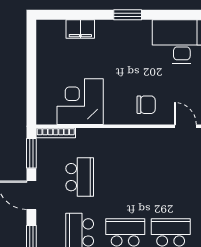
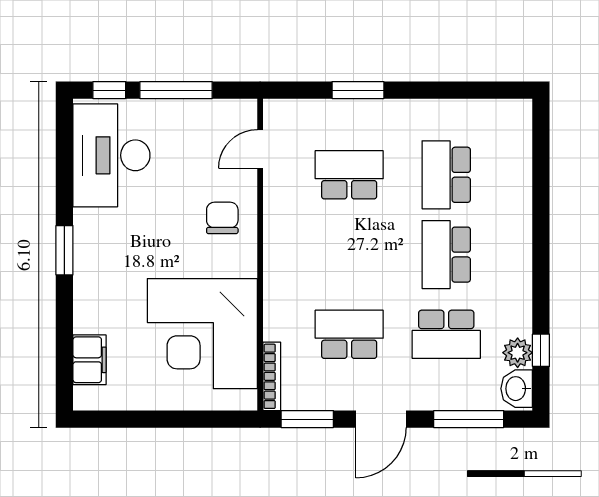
filing cabinet: (80, 29) -> (90, 360), moved
corner desk: (80, 102) -> (202, 334), width x1.36, depth x1.36
school desk: (171, 177) -> (349, 175), added

